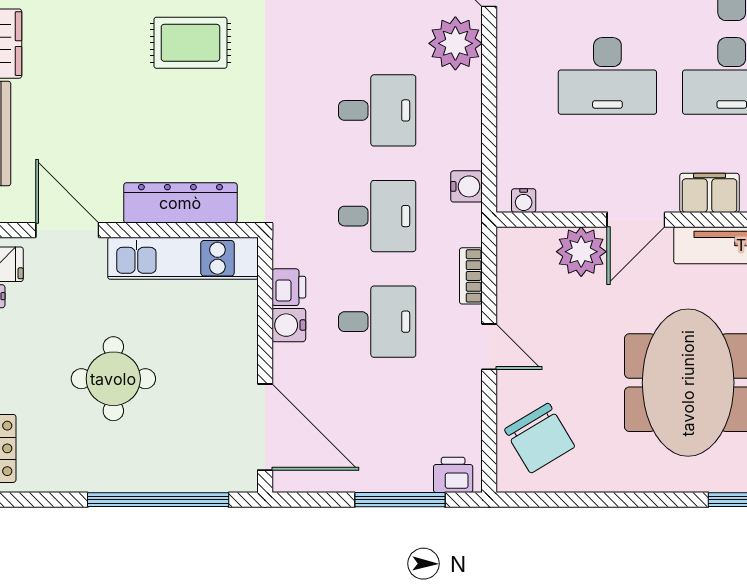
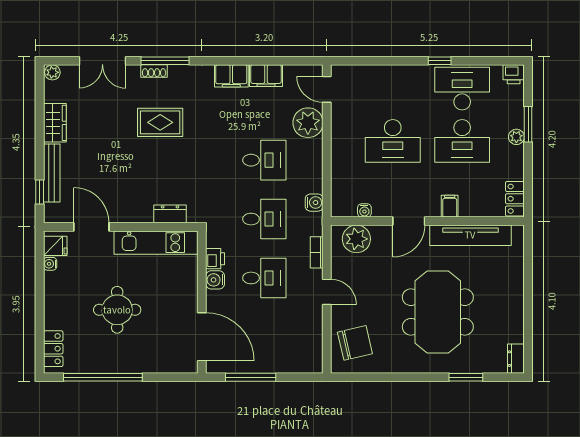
filing cabinet: (709, 193) -> (450, 206), width x0.50
water cooler: (524, 201) -> (364, 210), moved
dresser: (180, 203) -> (170, 214), width x0.51, depth x0.80
plant: (581, 252) -> (356, 239), moved
chair: (540, 438) -> (355, 343), turned -72
printer: (453, 475) -> (307, 363), removed
window: (158, 500) -> (103, 377), moved
window: (400, 500) -> (251, 377), moved

